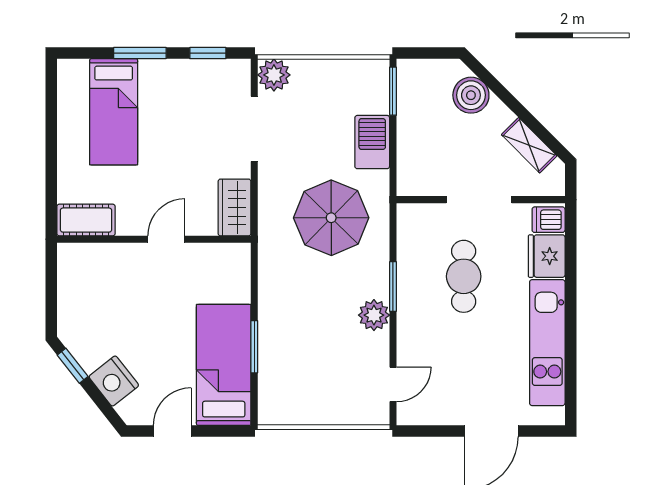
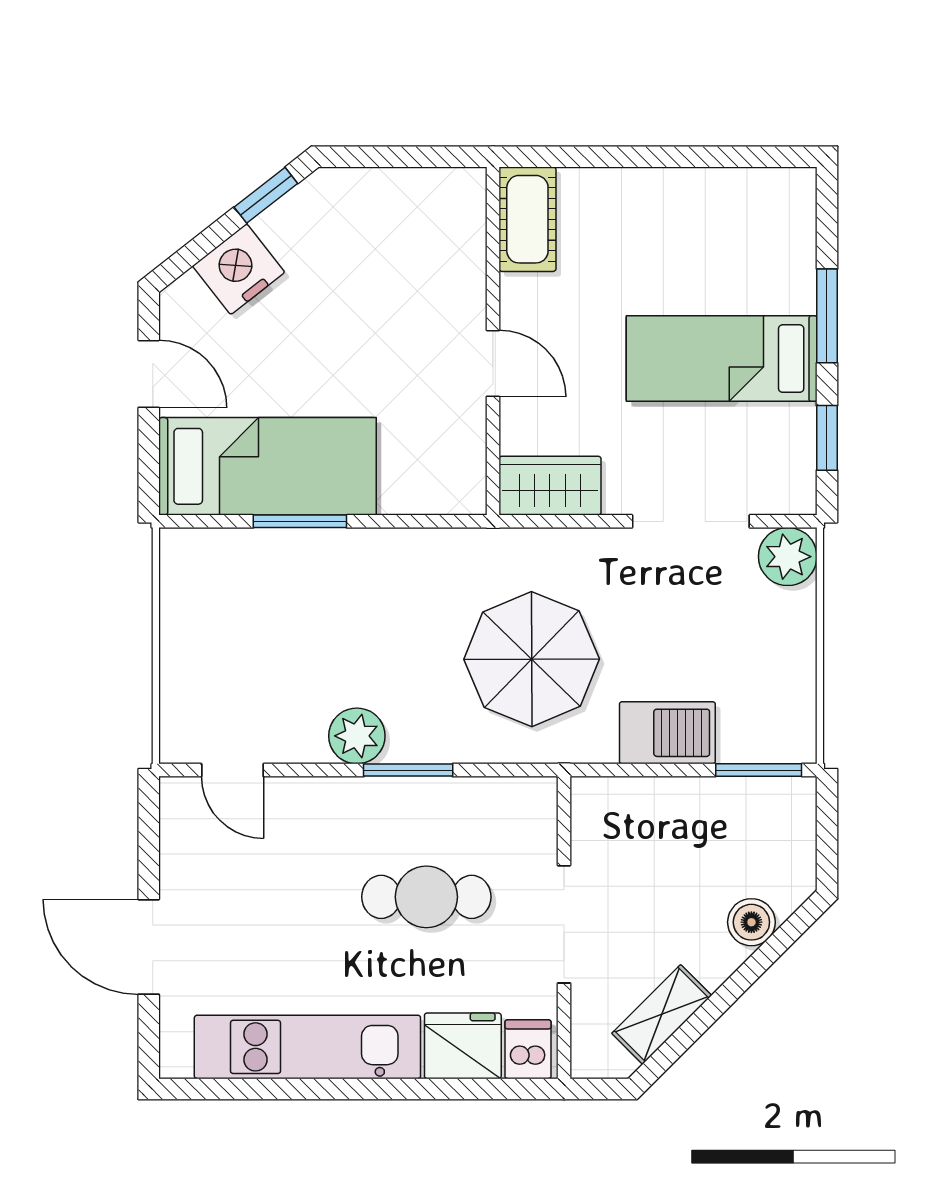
boiler: (471, 95) -> (751, 922), width x0.73, depth x0.73
bed: (114, 112) -> (722, 359), moved

